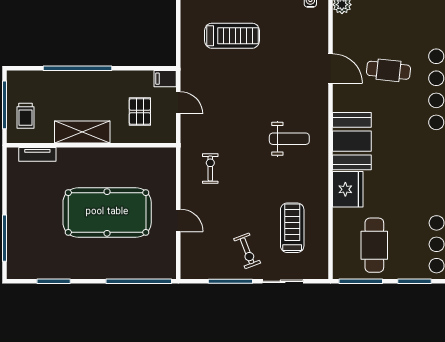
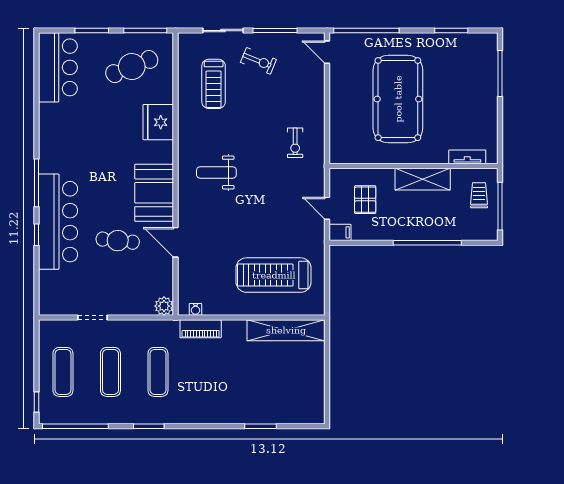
treadmill: (232, 36) -> (274, 275), width x1.37, depth x1.38
booth: (352, 141) -> (154, 193), moved
pool table: (107, 212) -> (398, 99), turned 90
door: (178, 220) -> (327, 52), moved
cafe table: (374, 245) -> (132, 67), turned 68
exercise bike: (247, 251) -> (258, 61), turned 133

